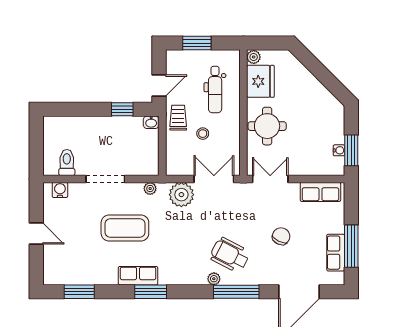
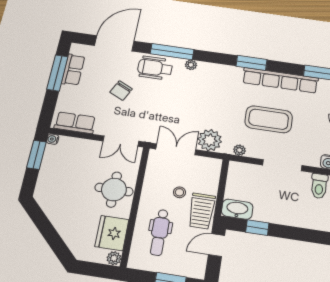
dental chair: (215, 90) -> (160, 232), turned 180
trolley: (178, 118) -> (202, 211), width x1.36, depth x1.39
washbasin: (151, 122) -> (237, 209), width x1.91, depth x1.45
water cooler: (339, 150) -> (53, 139), moved
double door: (214, 179) -> (176, 149), swing flipped
wheelchair: (230, 255) -> (155, 68), moved, turned 153
row of seats: (138, 276) -> (280, 80), width x2.02

